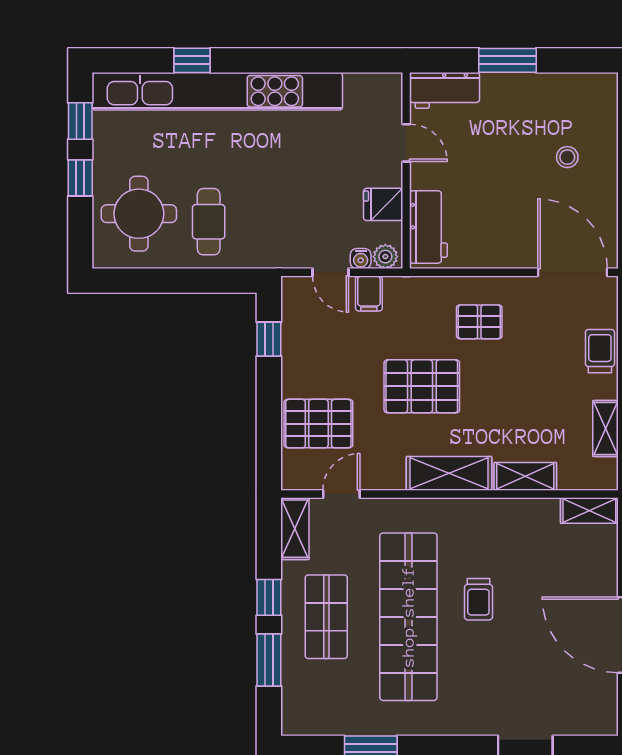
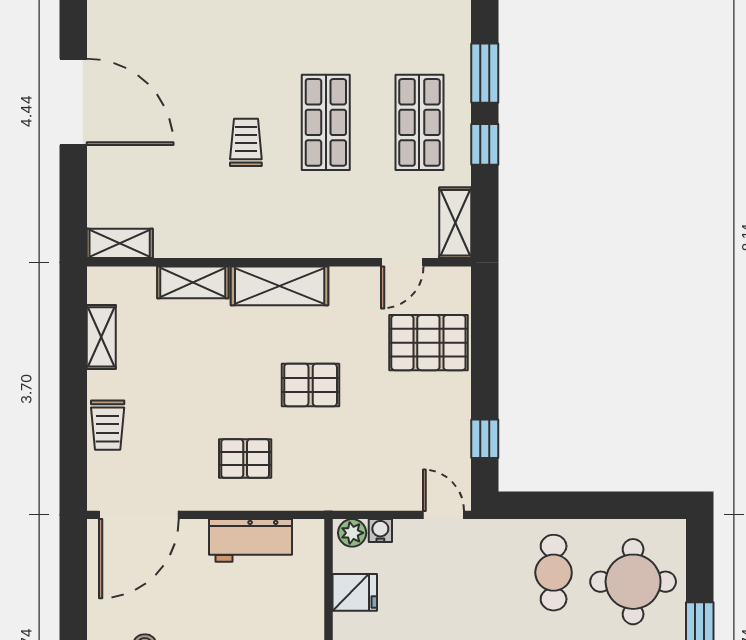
workbench: (428, 227) -> (250, 540), moved, turned -90
door: (331, 272) -> (443, 515), moved
door: (573, 272) -> (139, 515), hinge flipped
filing cabinet: (369, 294) -> (371, 491), removed
pallet: (422, 386) -> (311, 385), width x0.67, depth x0.71
shop shelf: (408, 617) -> (326, 122), width x0.50, depth x0.74

